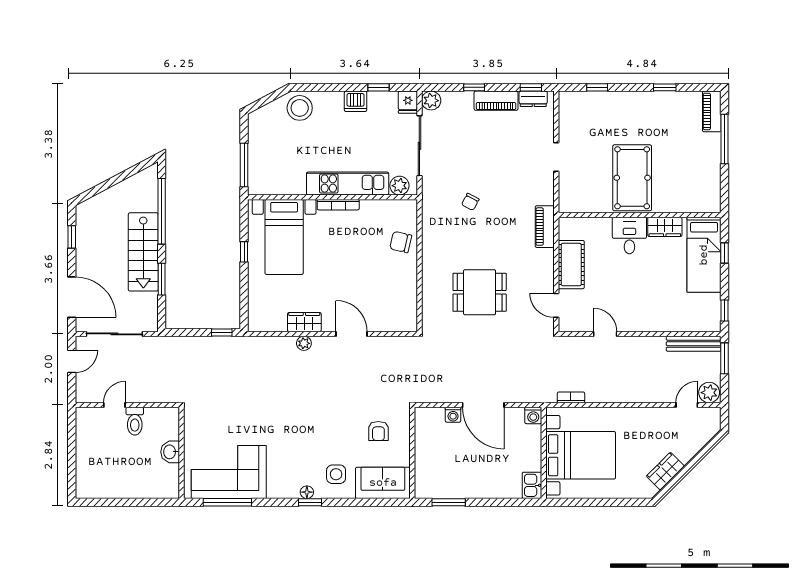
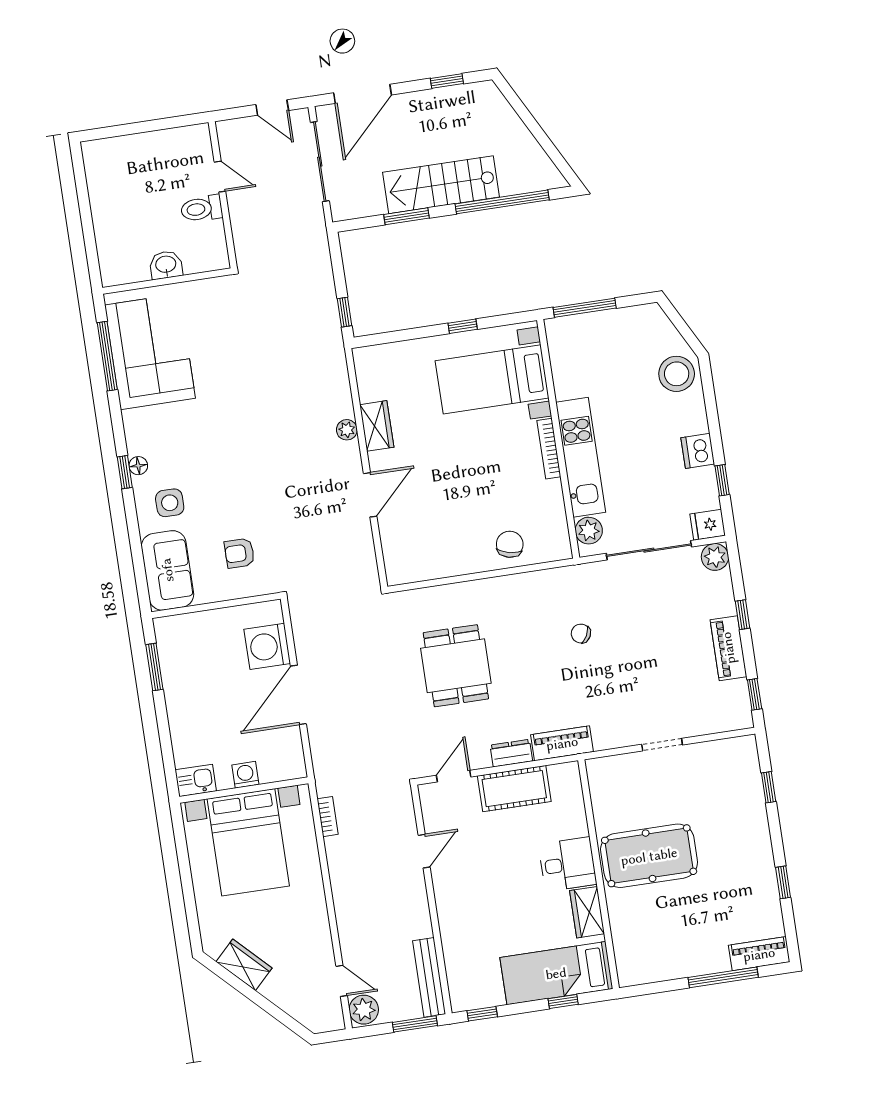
dresser: (533, 99) -> (511, 753), moved, turned 90
washing machine: (453, 415) -> (267, 646), width x1.89, depth x1.89
washing machine: (533, 415) -> (245, 775), moved, turned 90

